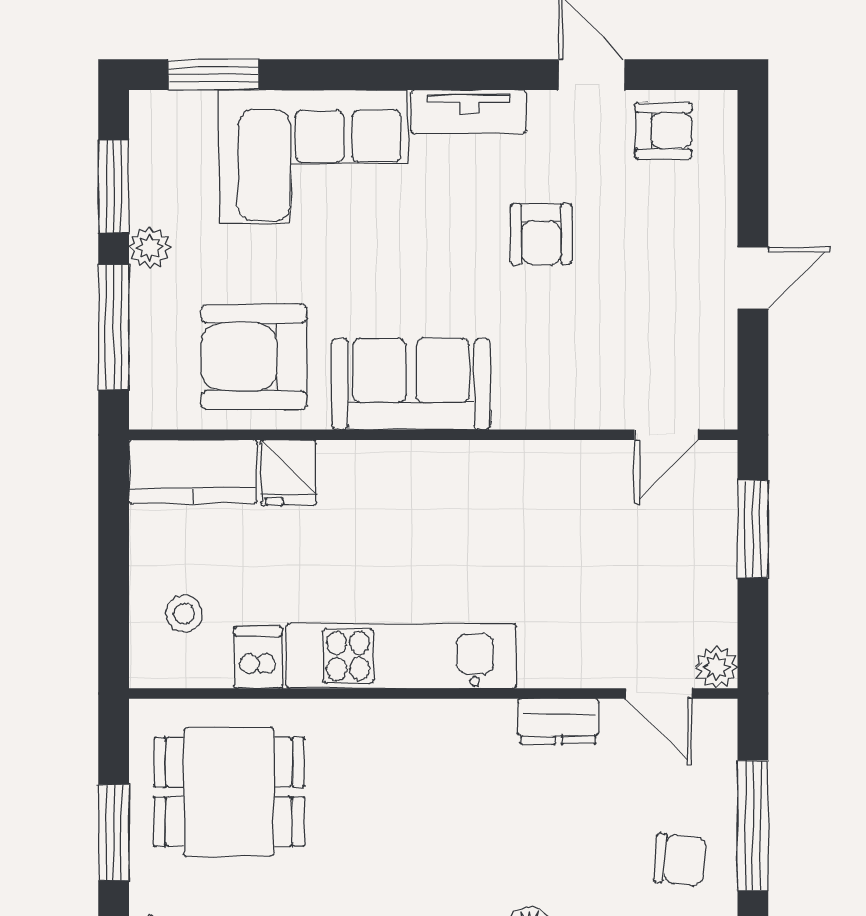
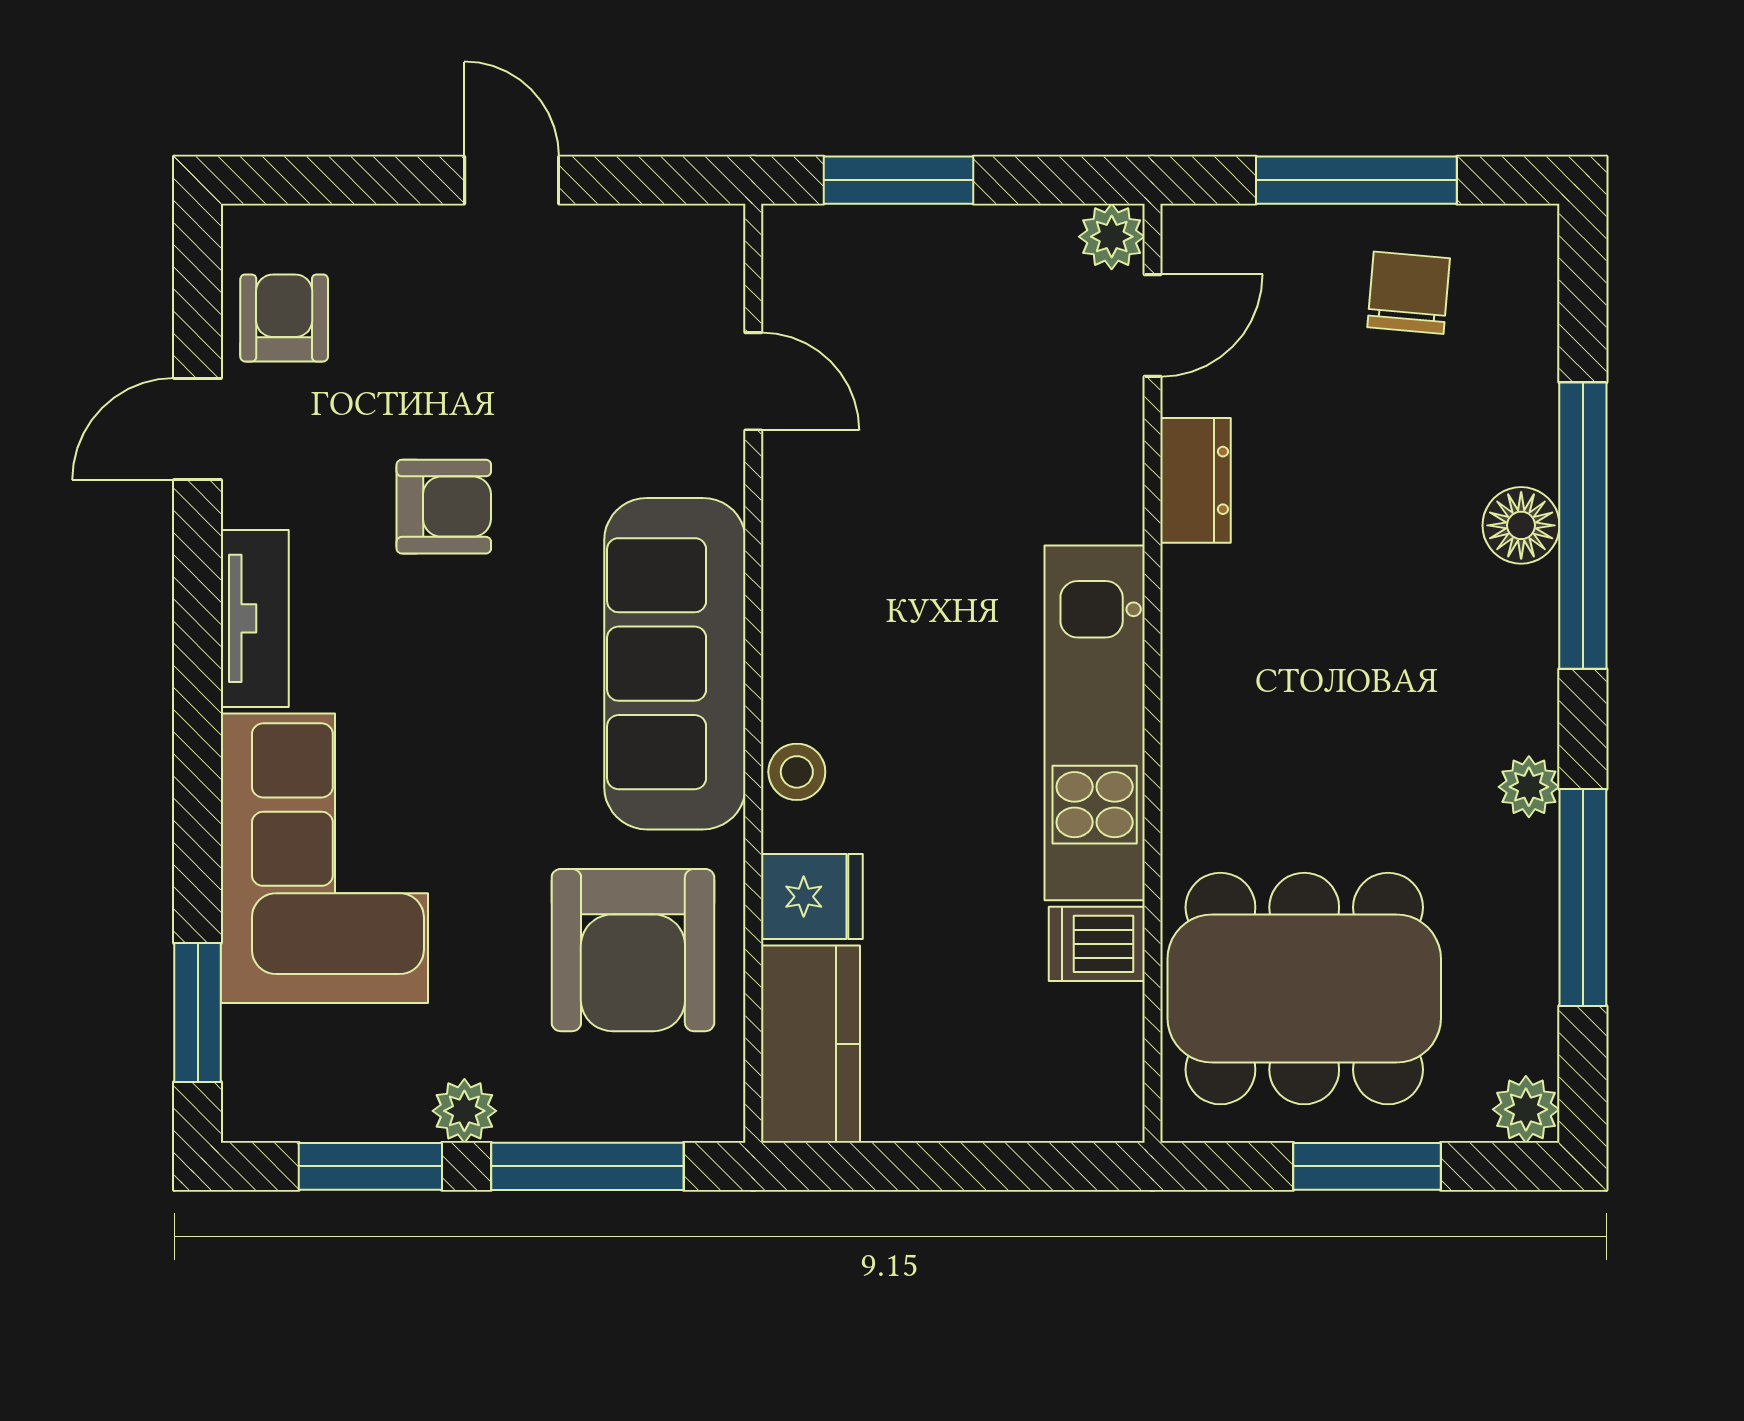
sofa: (411, 384) -> (675, 664), width x1.36
door: (666, 435) -> (753, 381), moved
stool: (184, 614) -> (797, 772), moved
dining table: (229, 792) -> (1304, 989), width x1.38

